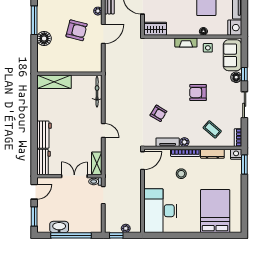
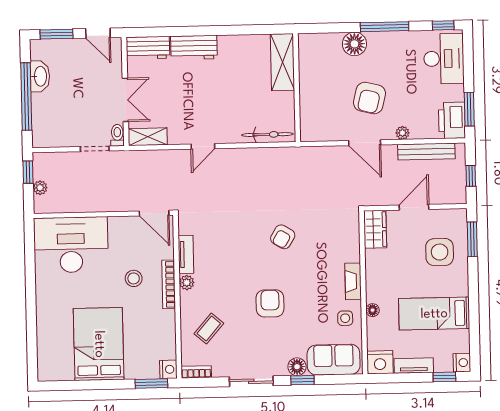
armchair: (158, 113) -> (283, 237), moved
dresser: (212, 154) -> (168, 330), removed
bed: (215, 211) -> (99, 344), moved, turned -90

